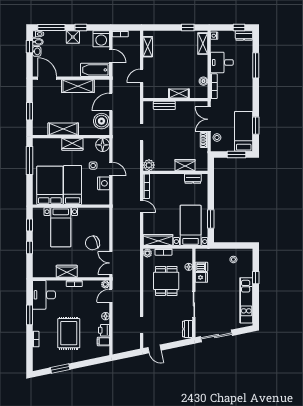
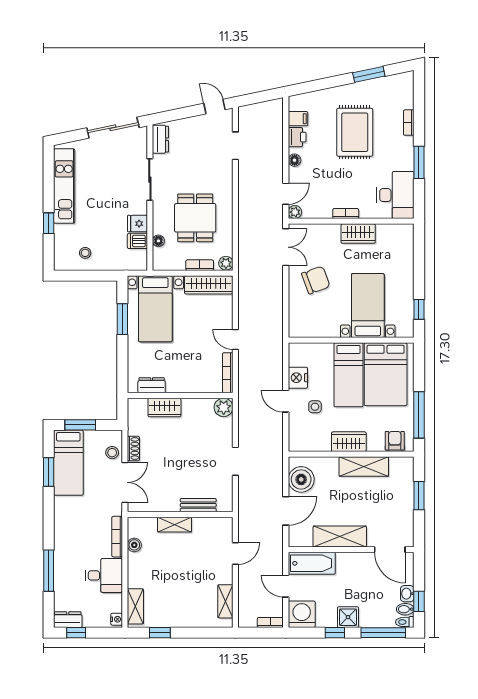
armchair: (44, 145) -> (395, 441), added
floor lamp: (103, 145) -> (299, 441), removed
window: (30, 248) -> (419, 272), removed

